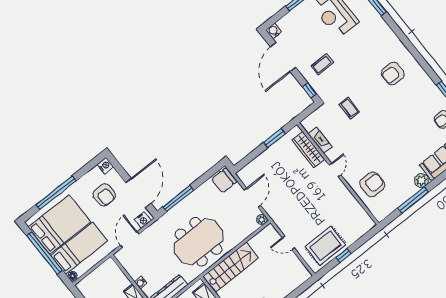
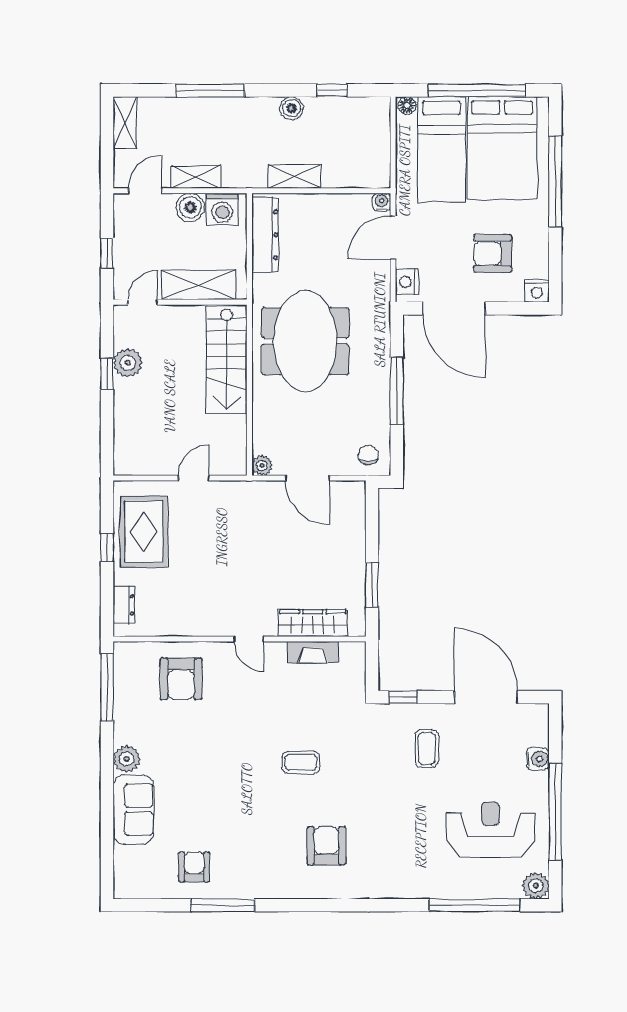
water cooler: (274, 31) -> (538, 759), moved
coffee table: (349, 108) -> (301, 762), moved
chair: (224, 181) -> (368, 455), width x0.54, depth x0.54
window: (178, 198) -> (397, 391), moved
window: (413, 200) -> (107, 687), moved
dresser: (361, 231) -> (124, 605), added
door: (130, 240) -> (393, 238), swing flipped
water cooler: (141, 283) -> (382, 202), moved

